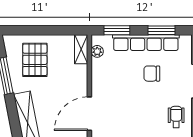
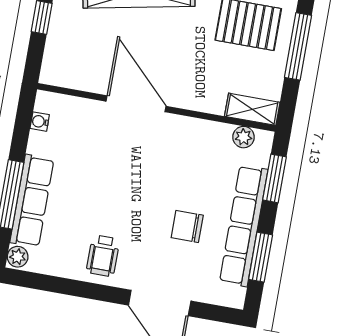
window: (42, 30) -> (298, 46), added
chair: (152, 74) -> (187, 226), turned -90
wheelchair: (176, 117) -> (103, 256), turned 90

